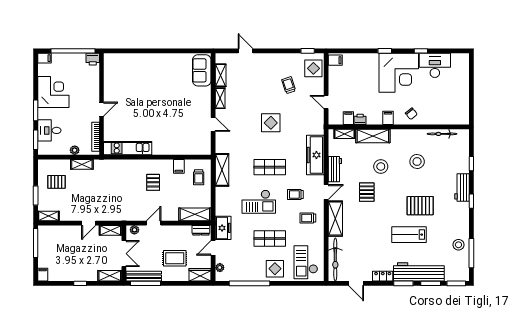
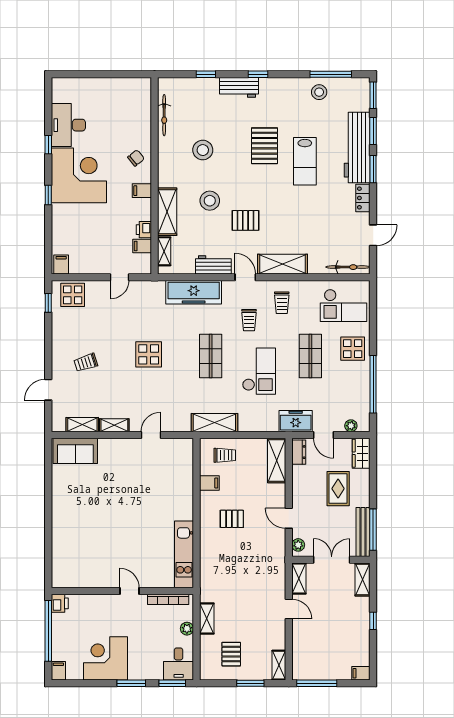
trolley: (289, 85) -> (86, 362), moved
desk: (49, 130) -> (179, 664), moved
bicycle: (335, 260) -> (348, 267), width x0.73, depth x0.71

